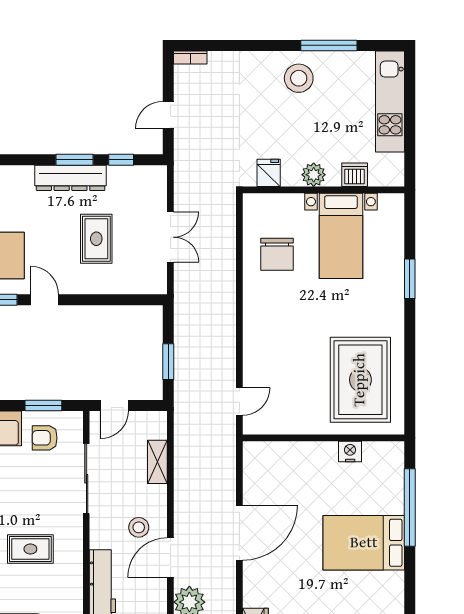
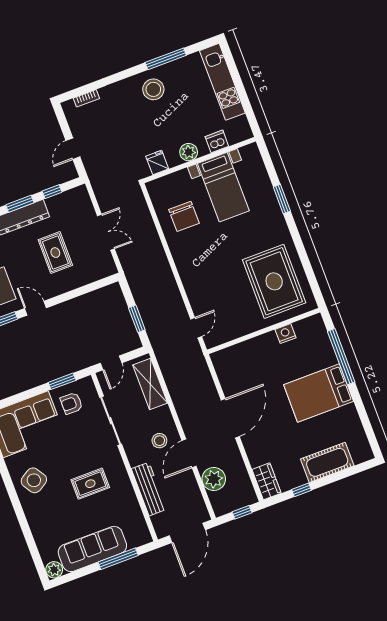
bookcase: (190, 57) -> (86, 98), moved
shelving: (157, 462) -> (150, 384), width x1.50, depth x1.33

